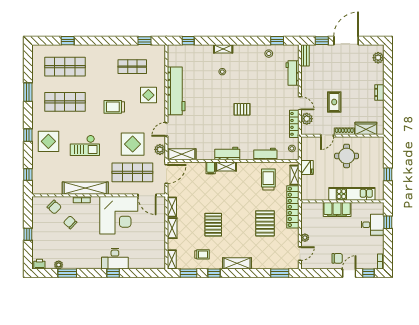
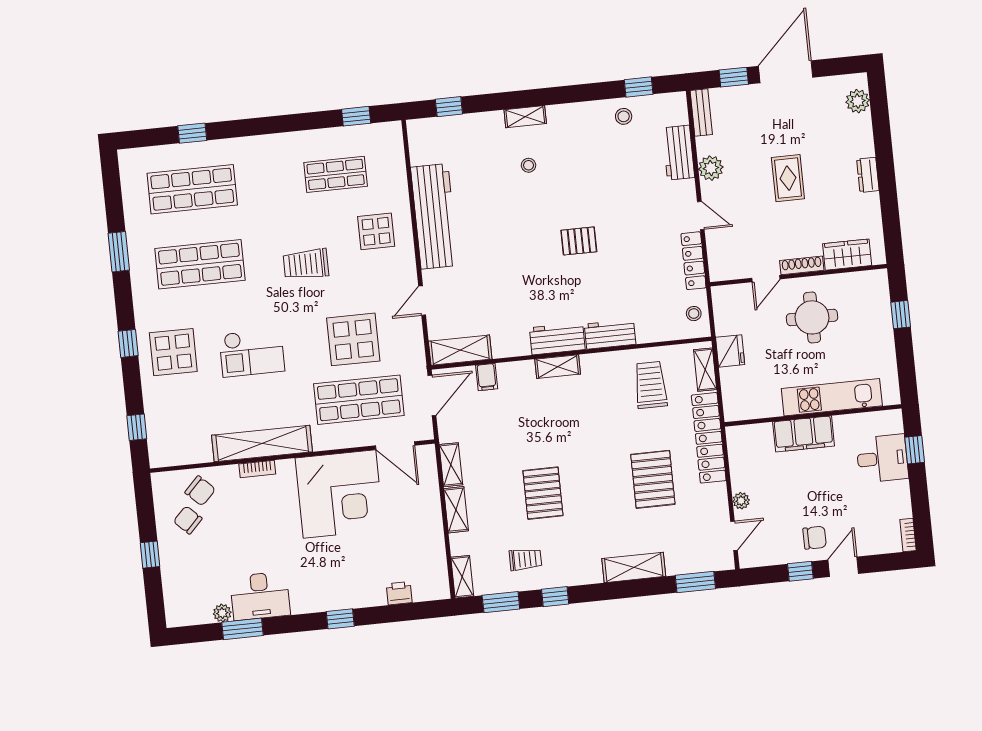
rug: (334, 102) -> (788, 178), moved
plant: (307, 119) -> (711, 168), moved
plant: (160, 149) -> (413, 345), removed
workbench: (265, 154) -> (610, 334), moved
filing cabinet: (211, 168) -> (487, 377), moved
window: (388, 174) -> (901, 315), moved
chair: (70, 222) -> (188, 520), moved
desk: (115, 259) -> (260, 596), moved
shelving: (237, 263) -> (634, 567), moved
printer: (39, 264) -> (399, 593), moved
window: (368, 273) -> (800, 571), moved

